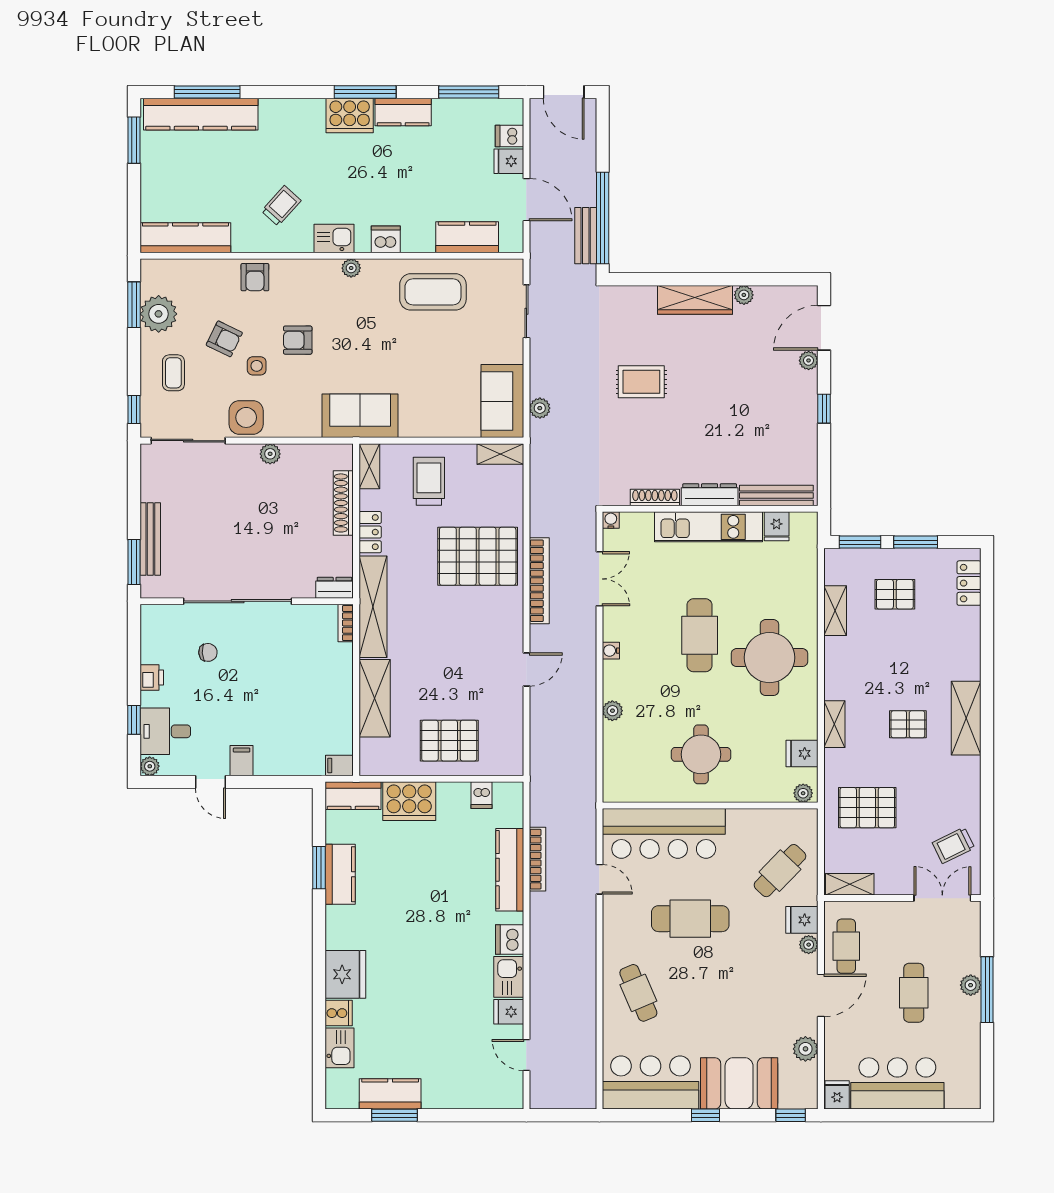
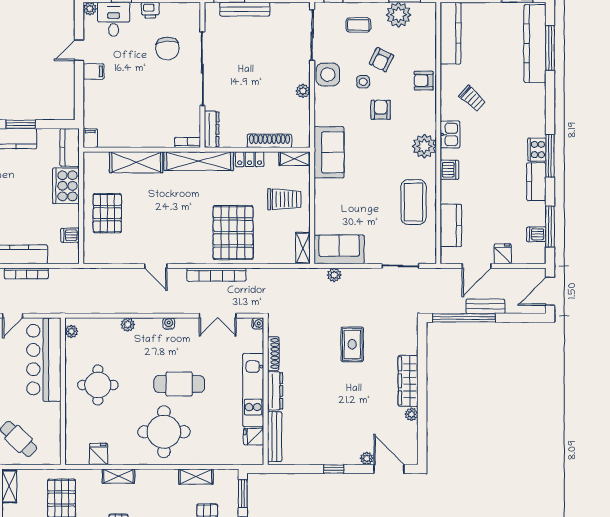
cooker: (350, 115) -> (537, 150), width x0.73, depth x0.76
dishwasher: (509, 136) -> (536, 234), moved, turned -90
bench: (586, 236) -> (485, 306), moved
plant: (351, 268) -> (424, 146), width x1.88, depth x1.88
dresser: (335, 588) -> (212, 129), width x1.44
chair: (208, 652) -> (167, 48), width x1.87, depth x1.87
plant: (803, 793) -> (71, 331), moved

